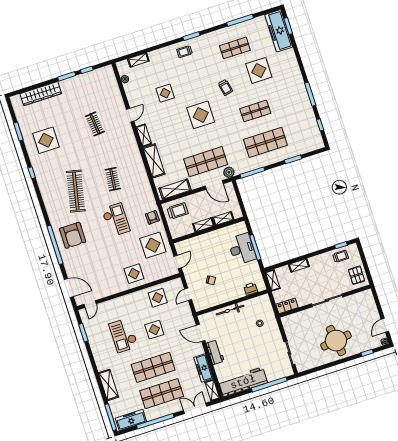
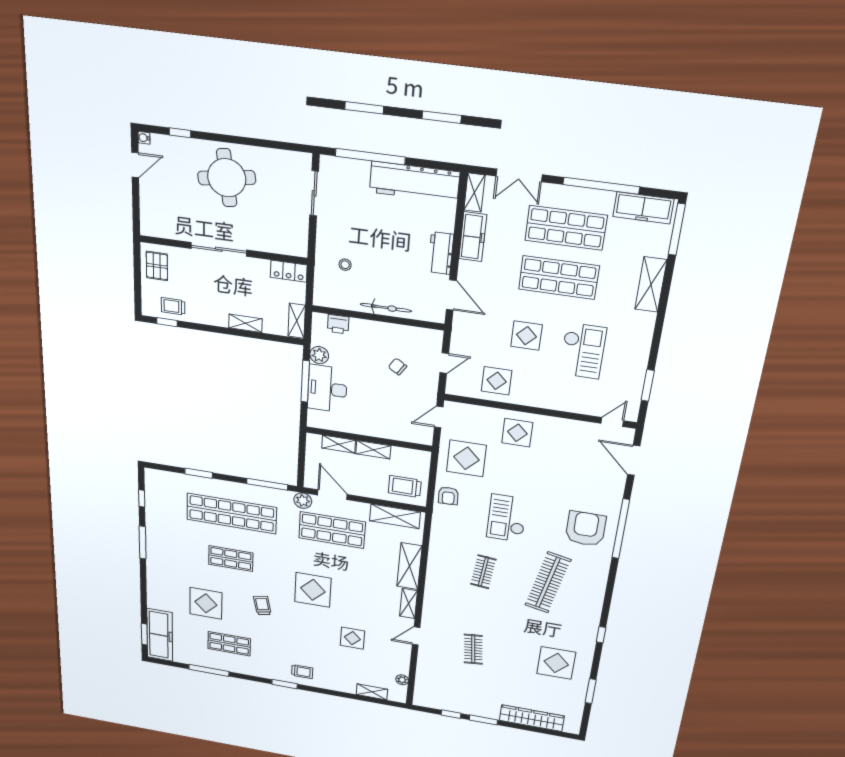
shop shelf: (265, 142) -> (232, 513), width x1.40
plant: (254, 266) -> (319, 355), added

